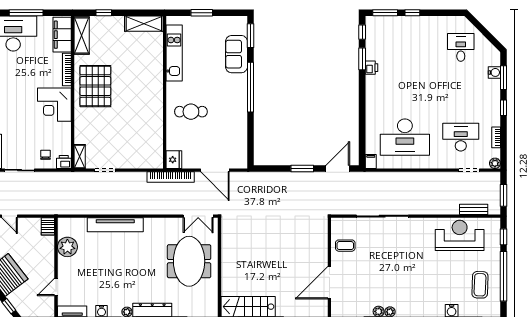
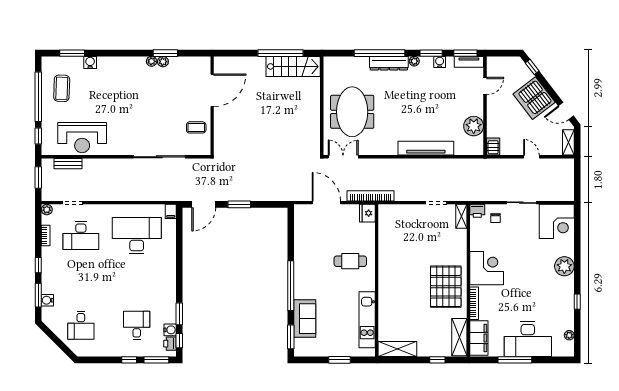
water cooler: (371, 43) -> (170, 330), added
desk: (405, 47) -> (137, 325), added
printer: (372, 68) -> (170, 344), moved

